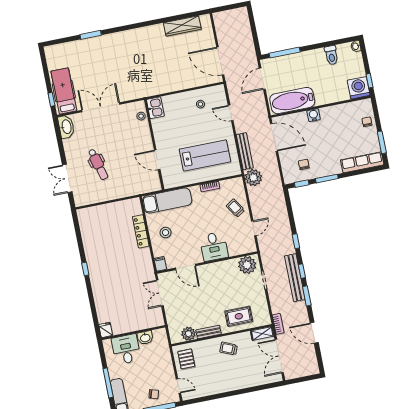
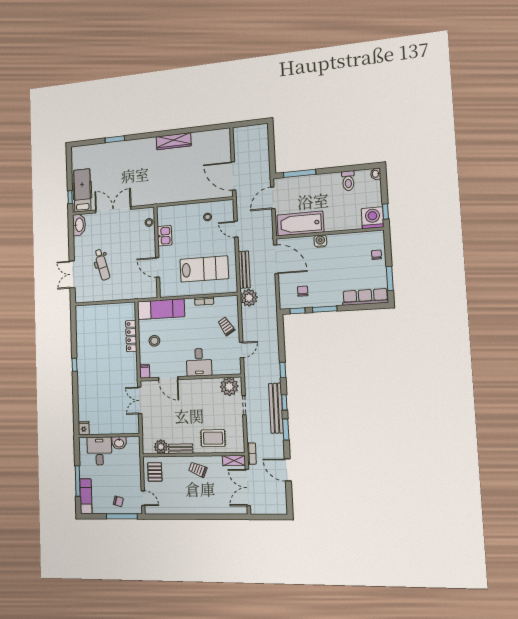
wardrobe: (182, 26) -> (174, 141), moved
kitchen sink: (155, 108) -> (164, 236), moved

